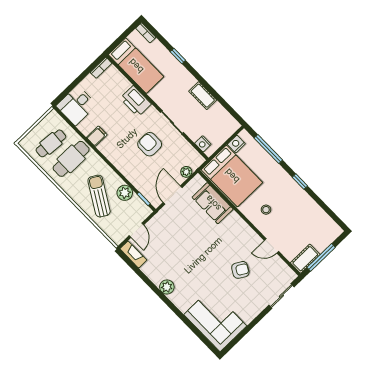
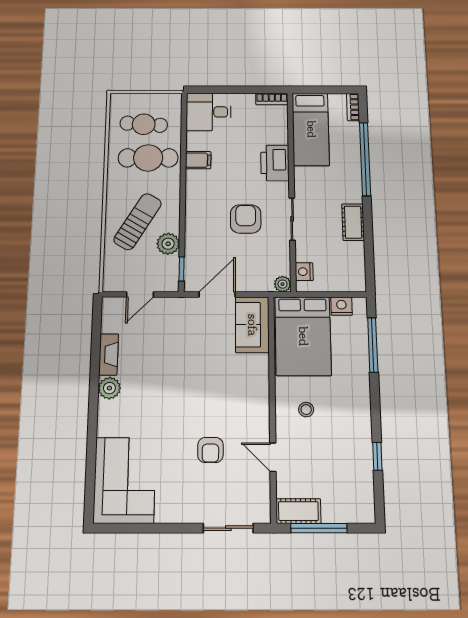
window: (178, 56) -> (365, 159), width x3.17
plant: (186, 172) -> (283, 284), moved
window: (300, 182) -> (377, 456), moved
sofa: (213, 203) -> (252, 325), moved
fireplace: (133, 254) -> (109, 354), moved
armchair: (240, 270) -> (210, 450), turned 60

